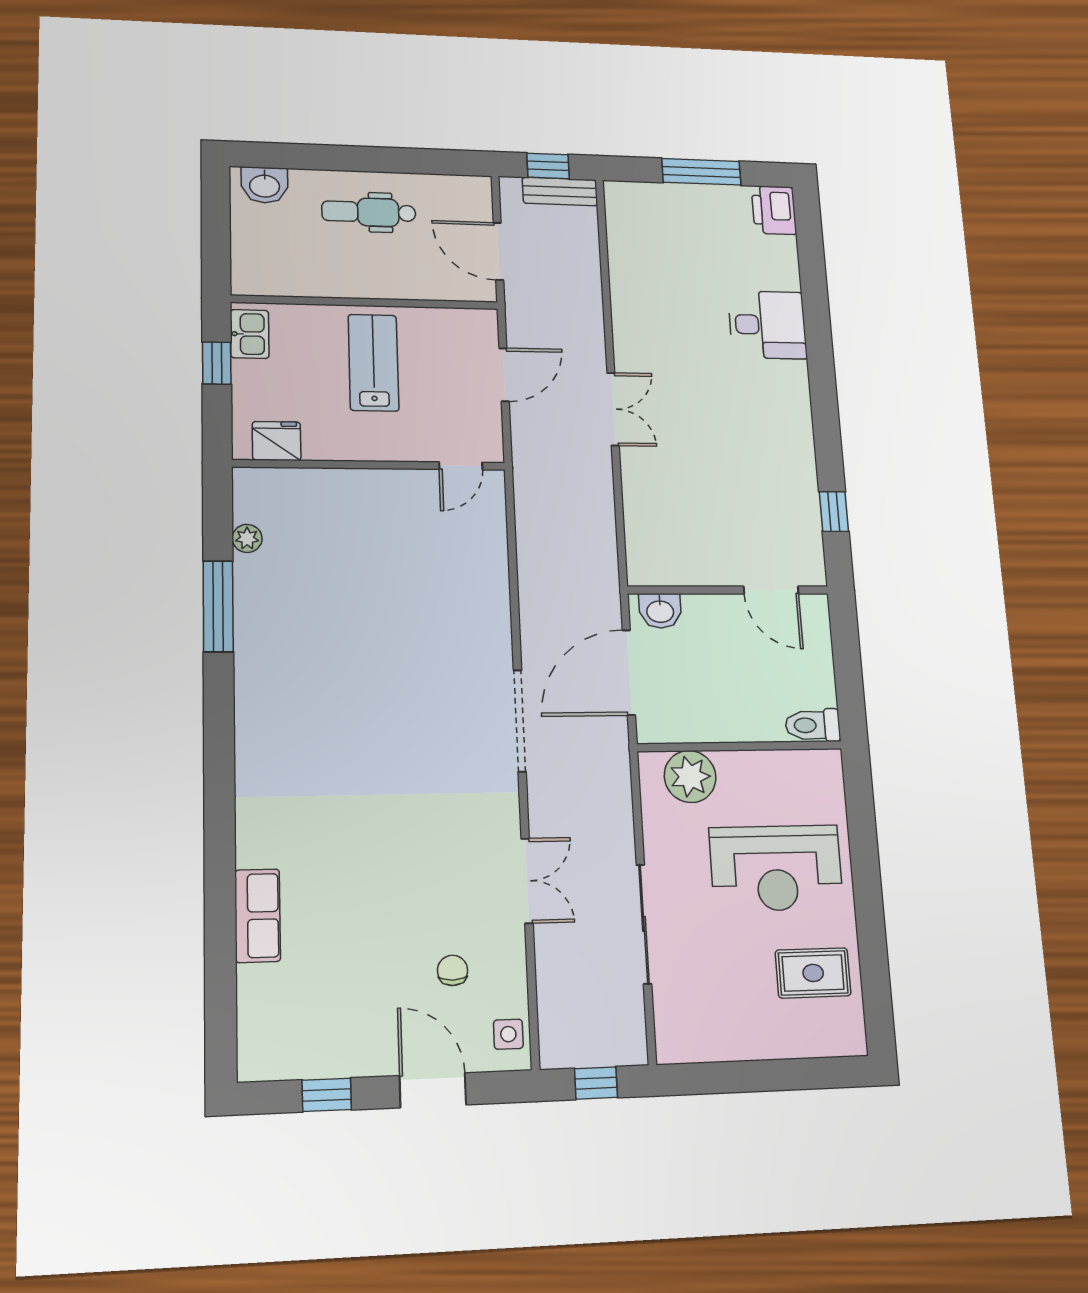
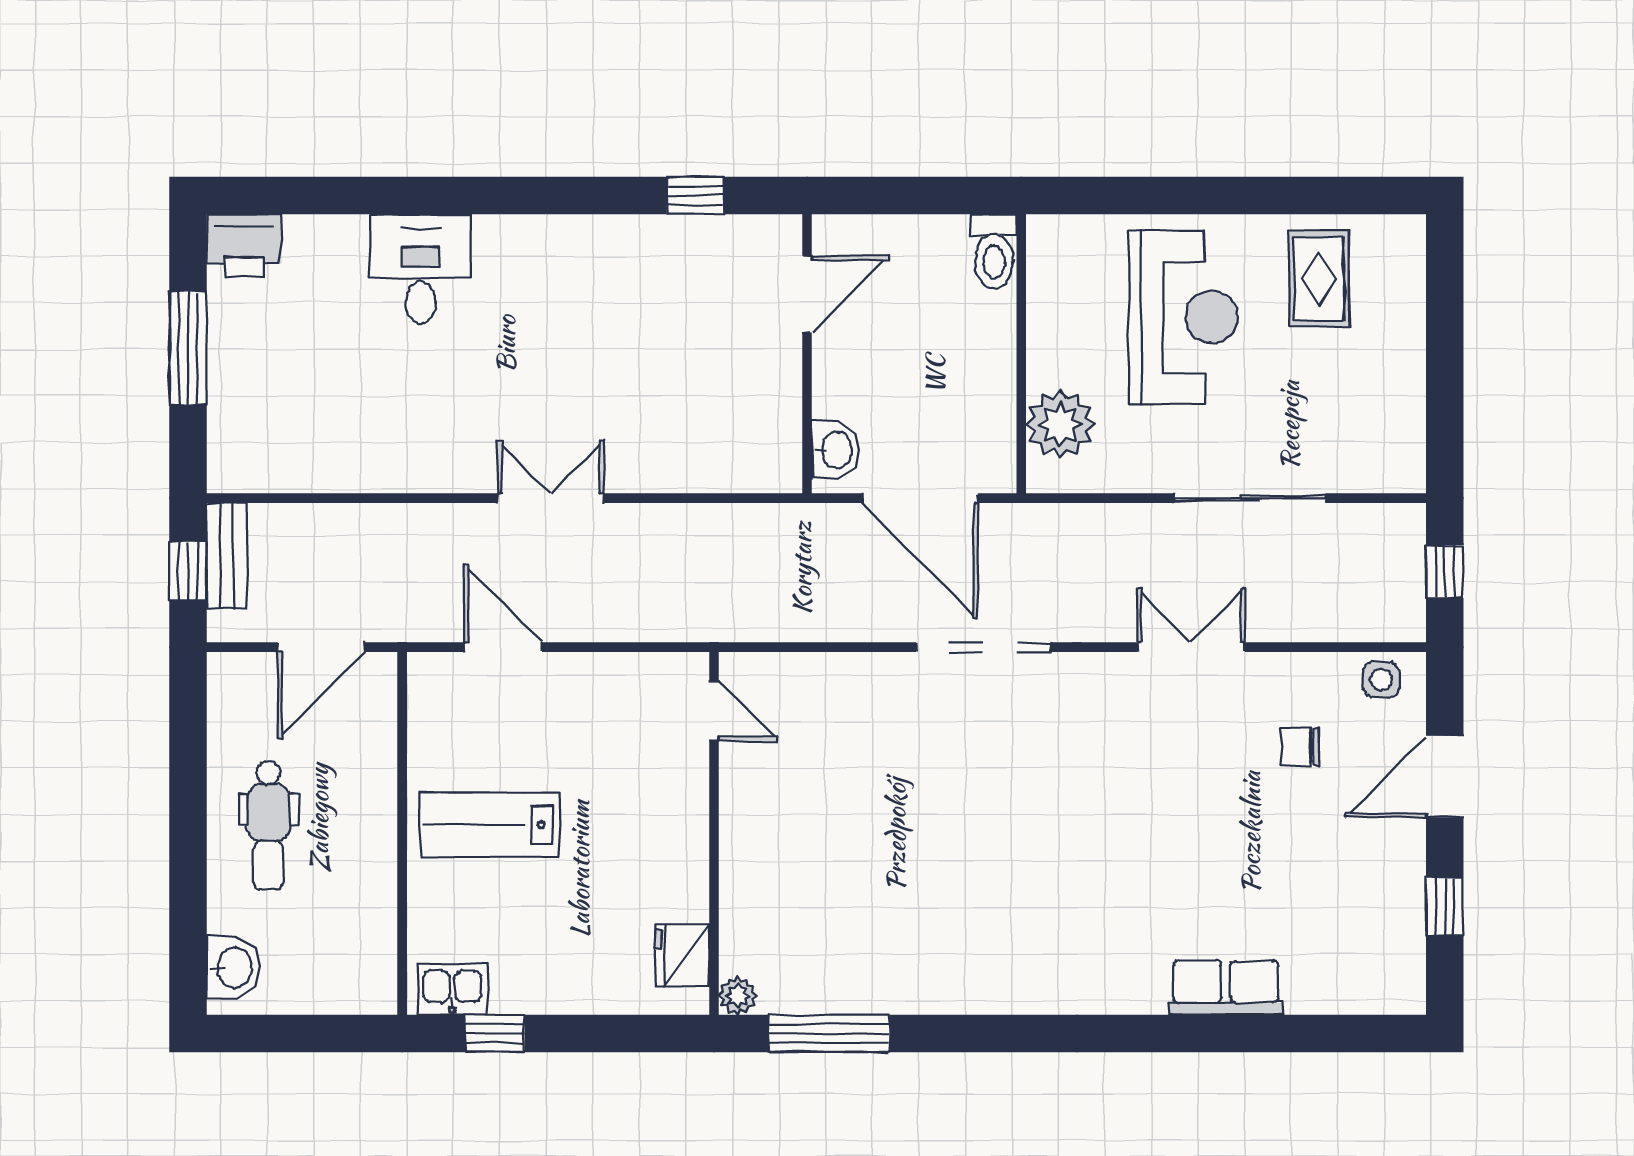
fridge: (277, 441) -> (682, 956), moved
wall: (370, 465) -> (714, 833), moved
door: (461, 466) -> (714, 712), moved

